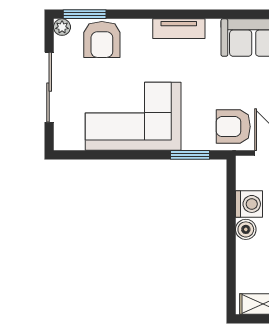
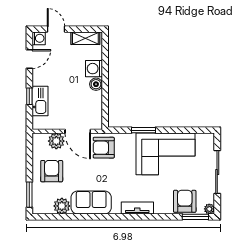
armchair: (233, 127) -> (104, 148), turned 180
window: (190, 155) -> (144, 130), moved
washing machine: (249, 204) -> (94, 69), moved

